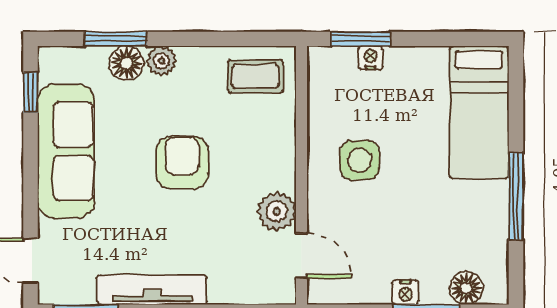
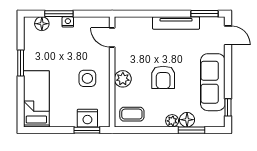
nightstand: (371, 58) -> (87, 118), width x1.89, depth x1.79
window: (516, 196) -> (21, 63), width x0.69
plant: (277, 211) -> (123, 79), moved

